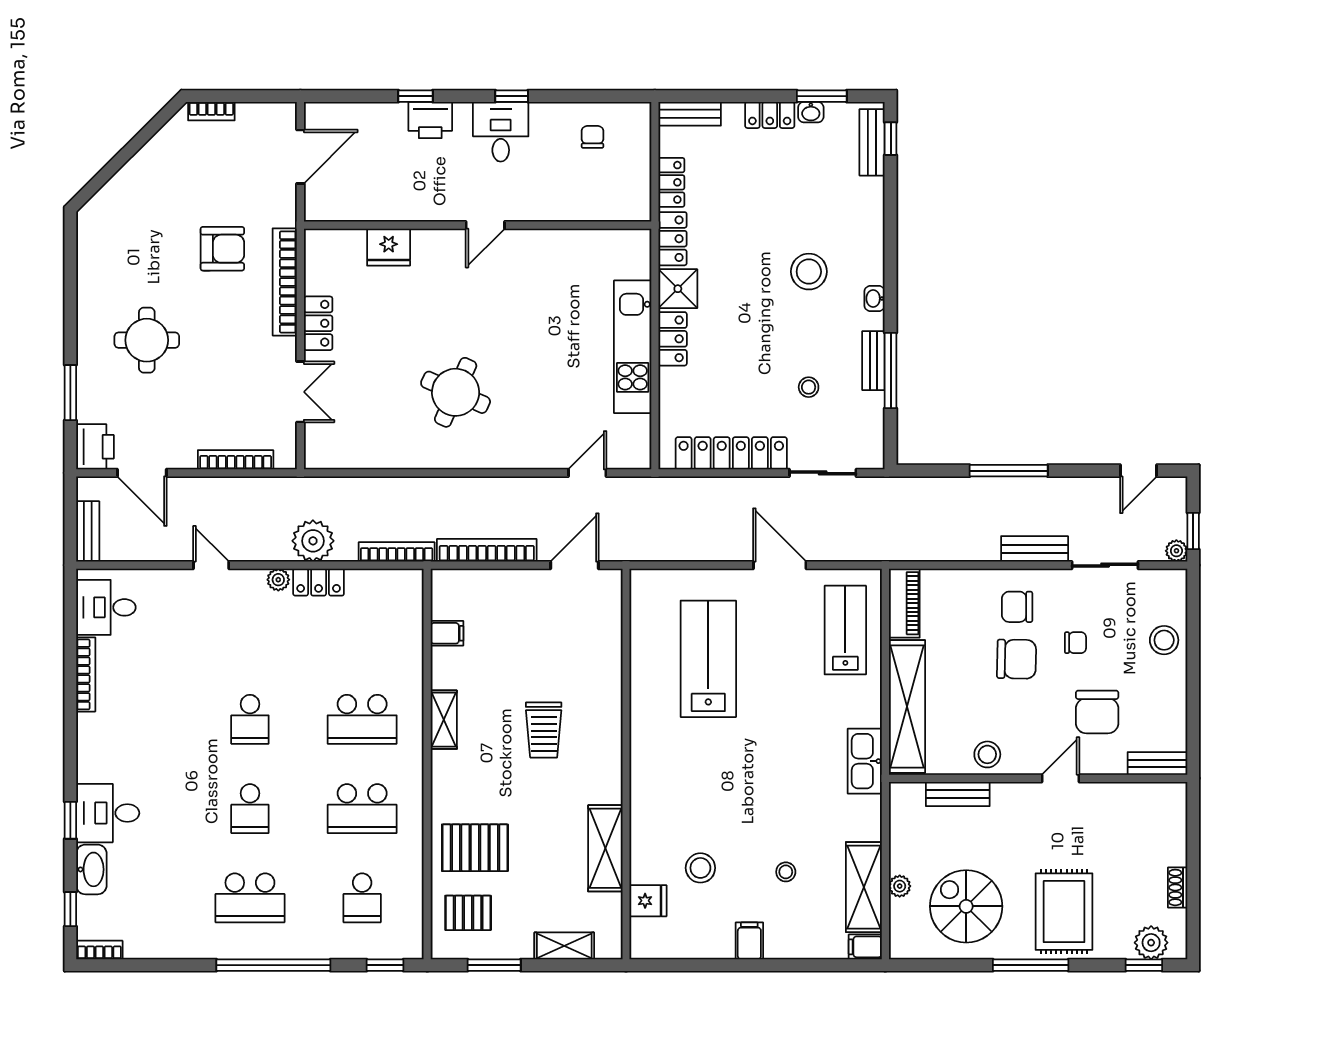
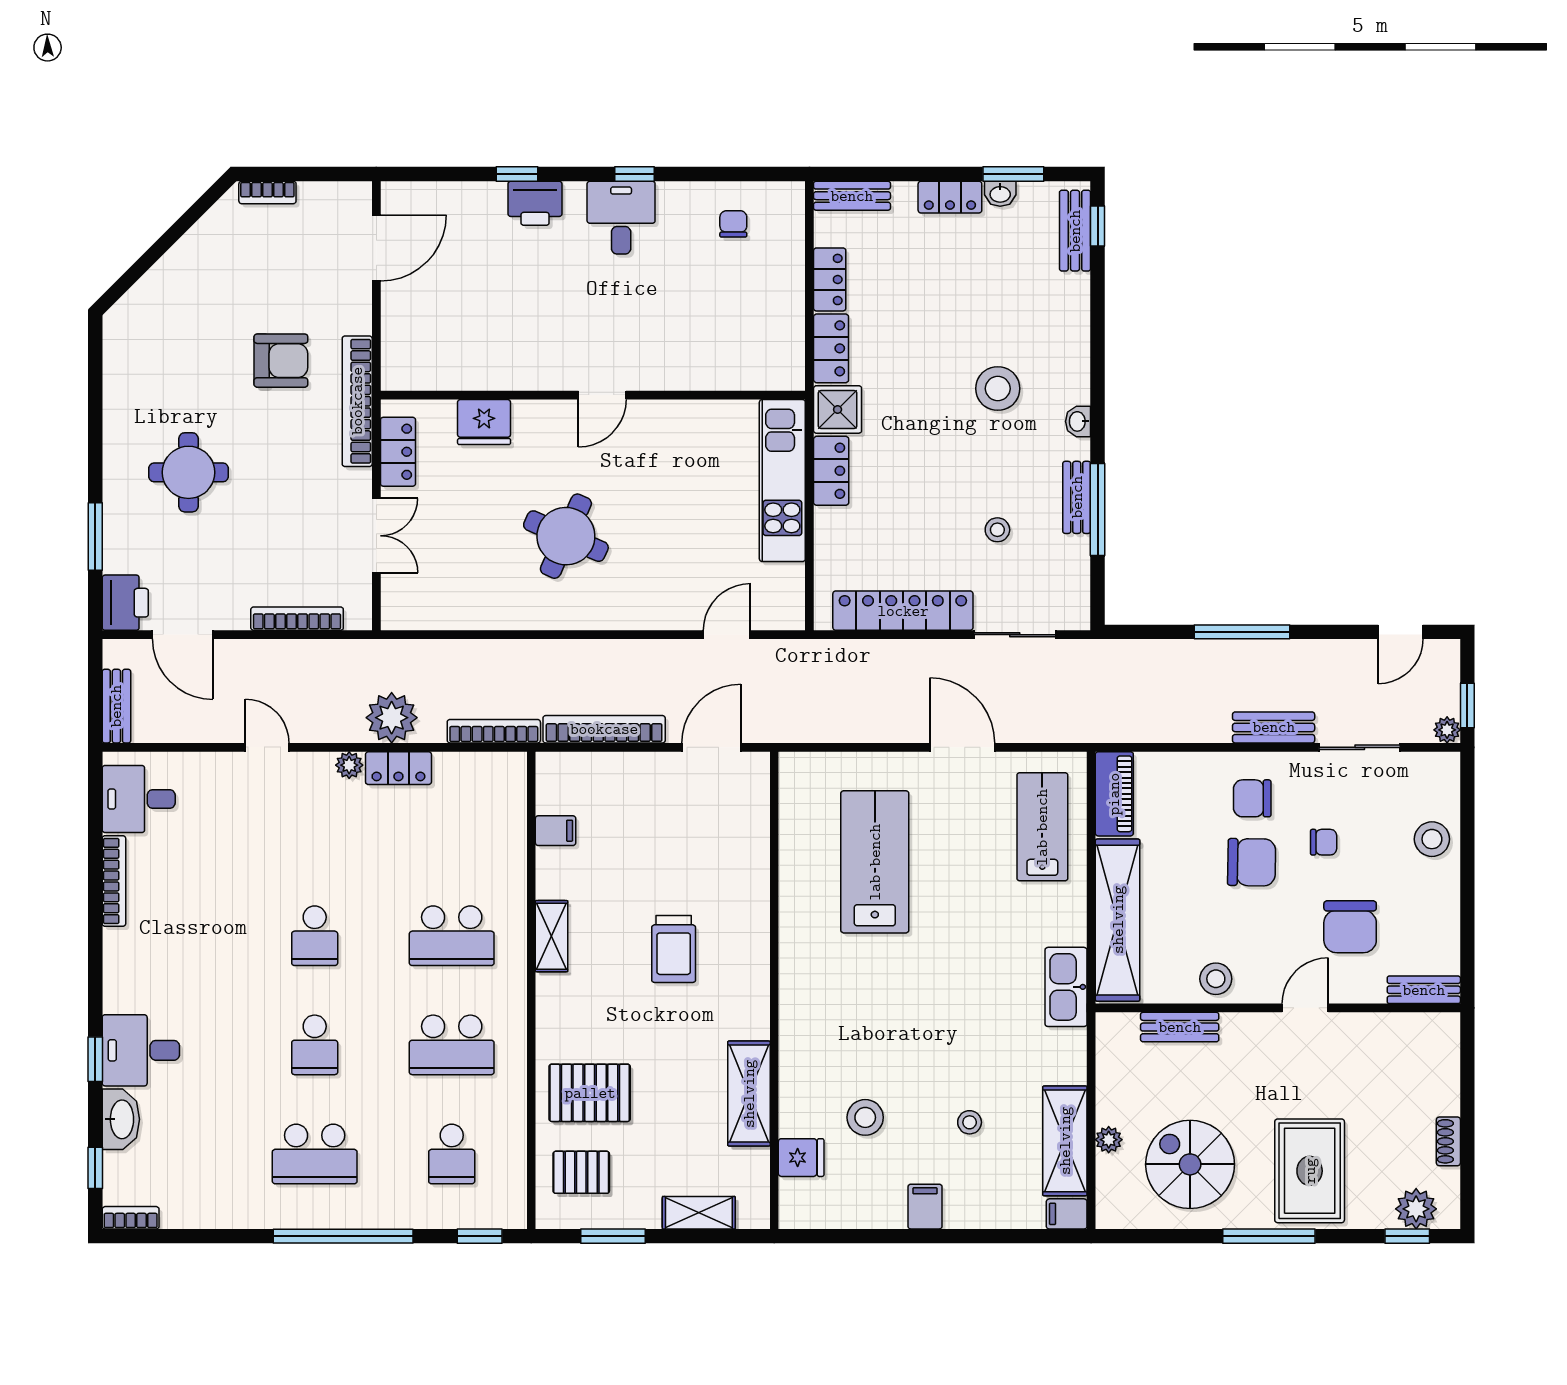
wall: (478, 225) -> (593, 395), moved
door: (485, 225) -> (602, 395), moved
fridge: (389, 247) -> (484, 422), moved

